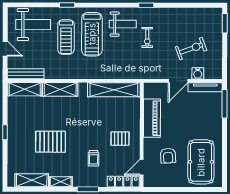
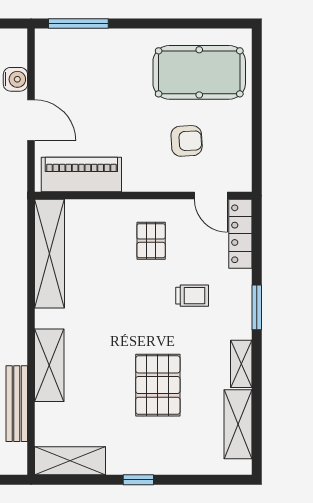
bench: (26, 74) -> (17, 404), moved
tv unit: (205, 87) -> (44, 64), removed
shelving: (25, 89) -> (70, 461), moved, turned 90
piano: (152, 118) -> (81, 174), moved

